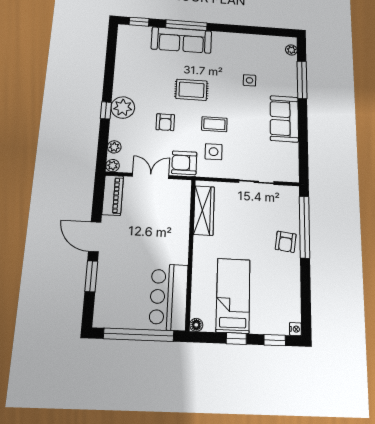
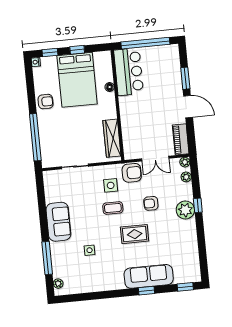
window: (186, 25) -> (147, 291), width x0.46
armchair: (165, 122) -> (151, 203), turned -90
armchair: (286, 242) -> (46, 102), moved, turned 83
bed: (233, 295) -> (77, 80), width x1.50
floor lamp: (196, 325) -> (110, 87), moved

